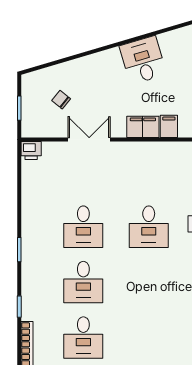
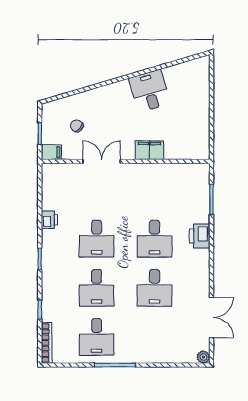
filing cabinet: (169, 126) -> (51, 152), moved, turned 90
printer: (31, 151) -> (49, 220), moved, turned -90
desk: (149, 282) -> (155, 288), added

